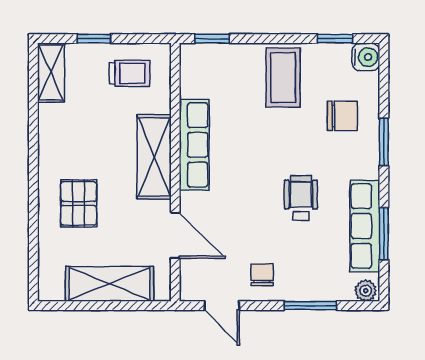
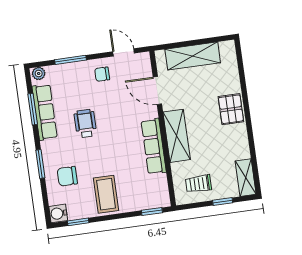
wheelchair: (301, 198) -> (85, 123), turned 180
pallet: (79, 203) -> (231, 109), moved
chair: (262, 275) -> (102, 74), turned 90

